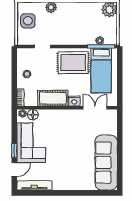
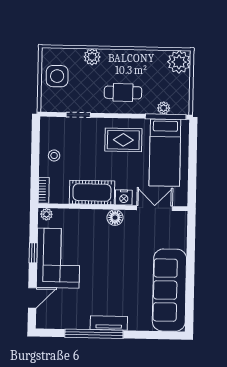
cafe table: (72, 31) -> (123, 93), added
rug: (73, 63) -> (123, 140), width x0.73, depth x0.70
floor lamp: (33, 115) -> (115, 218), moved
window: (14, 150) -> (33, 253), moved
tv unit: (34, 185) -> (109, 323), moved, width x0.71
window: (56, 193) -> (94, 334), added

